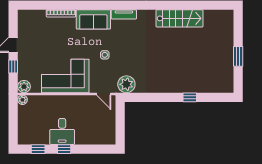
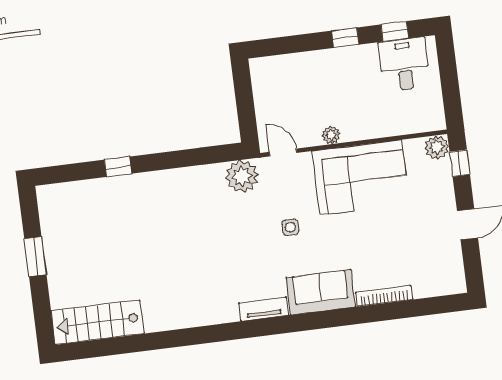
stairs: (179, 18) -> (98, 322), moved
window: (13, 66) -> (460, 163), moved
plant: (22, 100) -> (331, 135), moved
desk: (62, 131) -> (404, 64), moved

